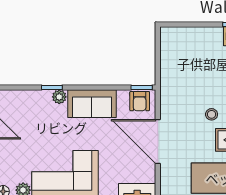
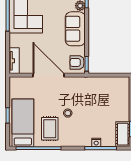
door: (158, 142) -> (49, 75), hinge flipped

